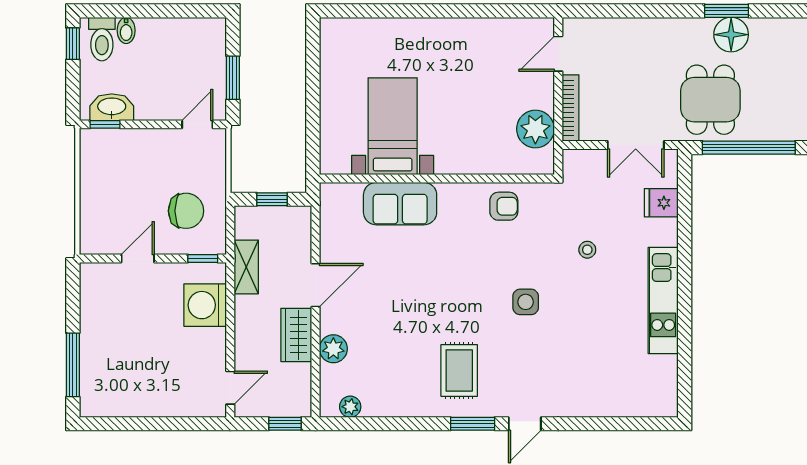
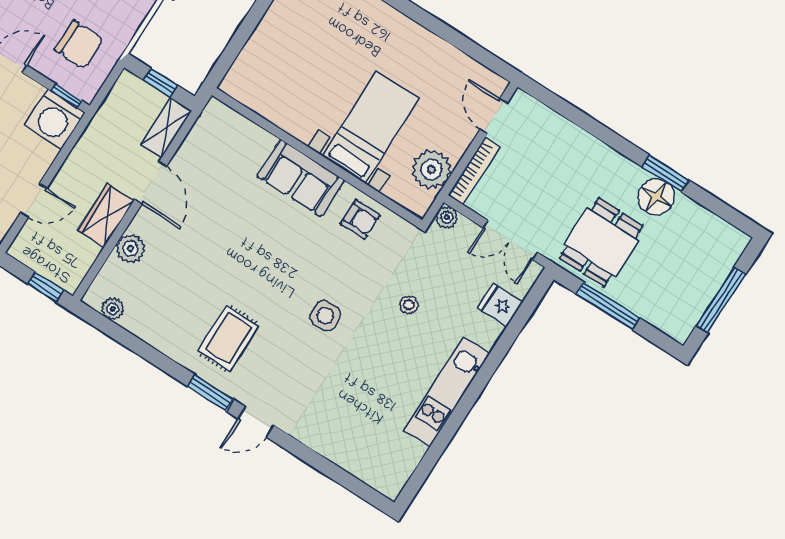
door: (558, 54) -> (494, 116), hinge flipped
bed with nightstands: (393, 126) -> (371, 127), moved
window: (749, 148) -> (608, 306), width x0.68
plant: (573, 160) -> (447, 217), added
sofa: (400, 204) -> (301, 178), moved
shelving: (246, 267) -> (166, 128), moved
door: (316, 285) -> (151, 183), hinge flipped
washing machine: (205, 305) -> (55, 119), moved, turned -90
door: (230, 388) -> (34, 200), moved

